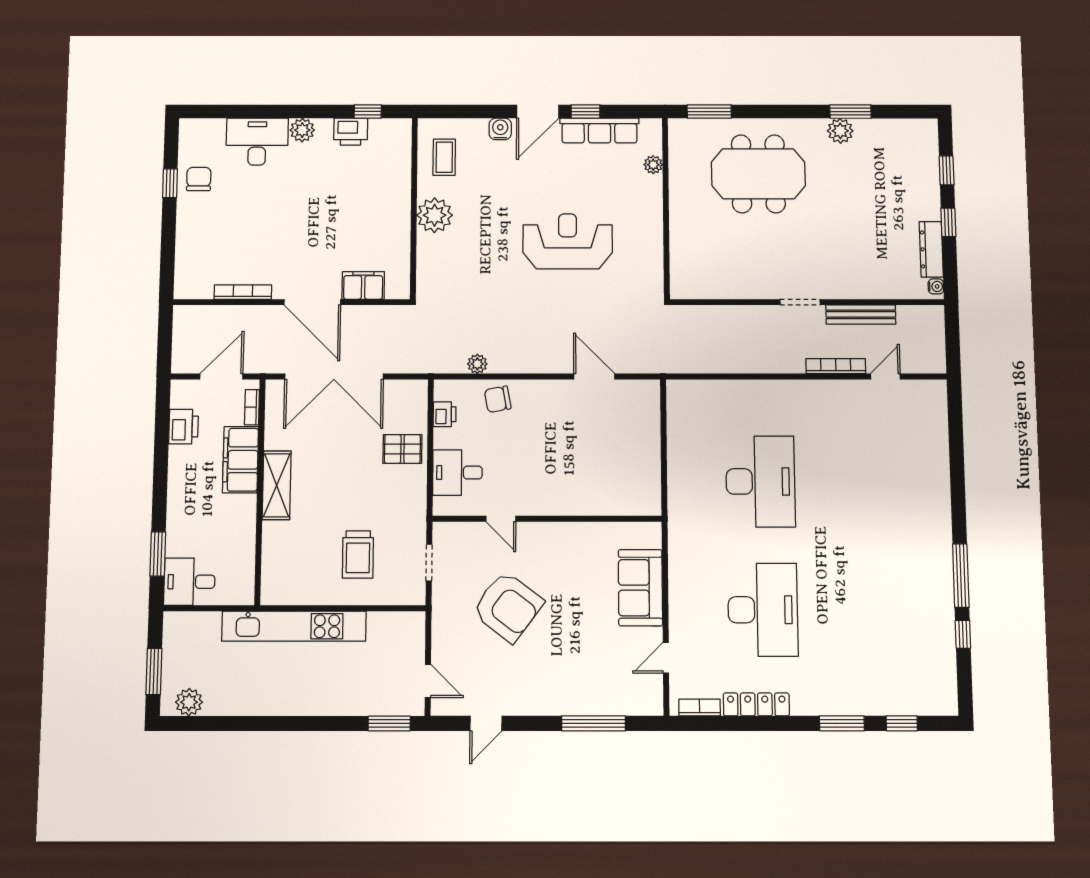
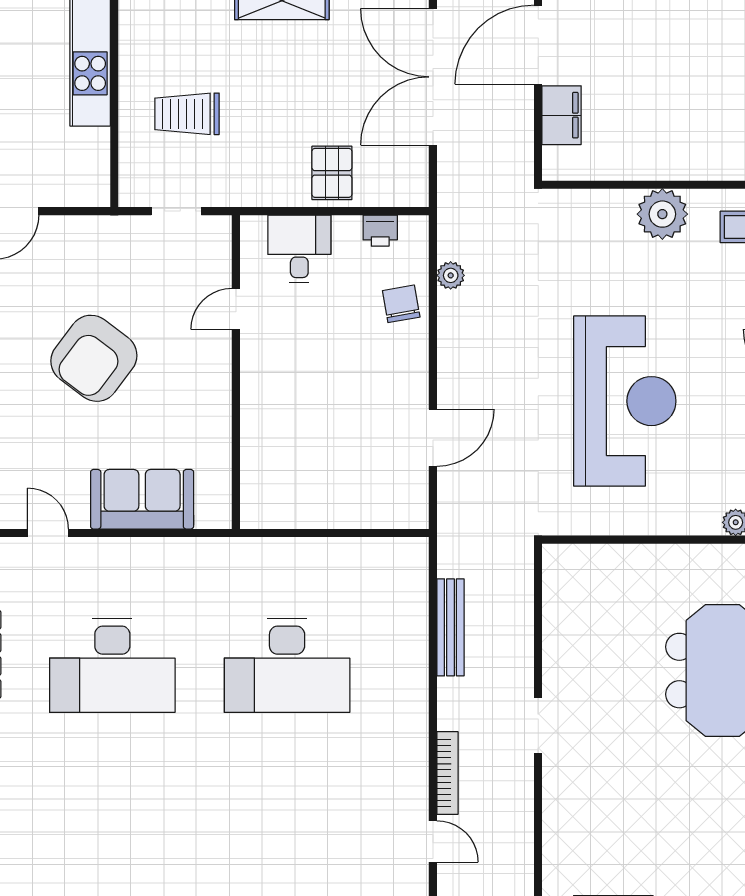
reception desk: (568, 241) -> (625, 401), width x1.36, depth x1.30
bench: (861, 314) -> (450, 627), moved
armchair: (508, 607) -> (94, 358), moved

